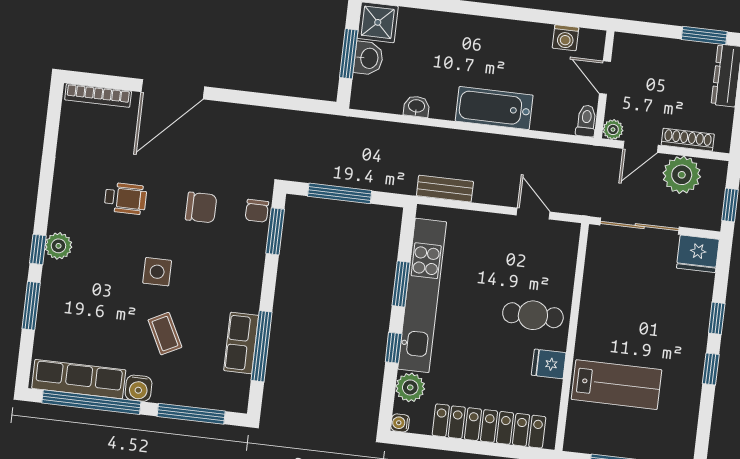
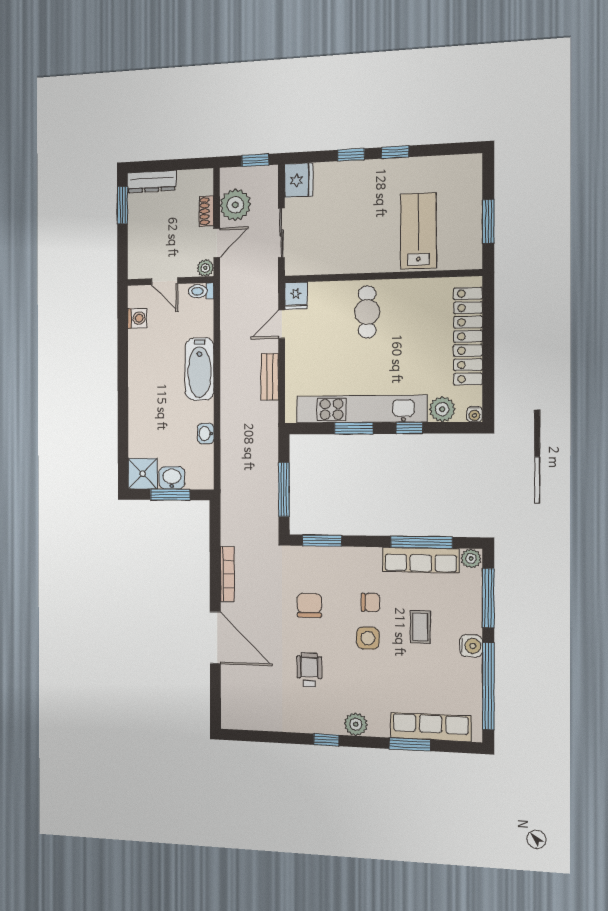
door: (605, 78) -> (165, 281), hinge flipped
bookcase: (98, 96) -> (227, 574), moved
shoe rack: (688, 140) -> (206, 211), width x0.70
door: (641, 147) -> (217, 243), hinge flipped
bench: (445, 189) -> (270, 377), moved
chair: (257, 211) -> (370, 602), moved
sliding door: (640, 226) -> (281, 233), width x0.73
window: (38, 249) -> (326, 740), moved
coffee table: (165, 334) -> (420, 627), turned -63
row of seats: (241, 343) -> (421, 560), width x1.48
fridge: (549, 364) -> (296, 296), moved
row of seats: (79, 379) -> (431, 727), moved, turned 90
plant: (237, 400) -> (471, 558), added

